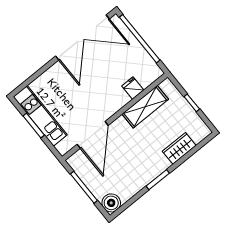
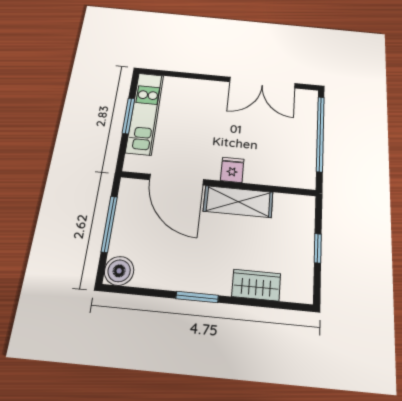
double door: (82, 38) -> (262, 83), width x0.73
fridge: (133, 88) -> (232, 170), moved
shelving: (145, 107) -> (238, 202), moved
door: (93, 135) -> (176, 180), hinge flipped

